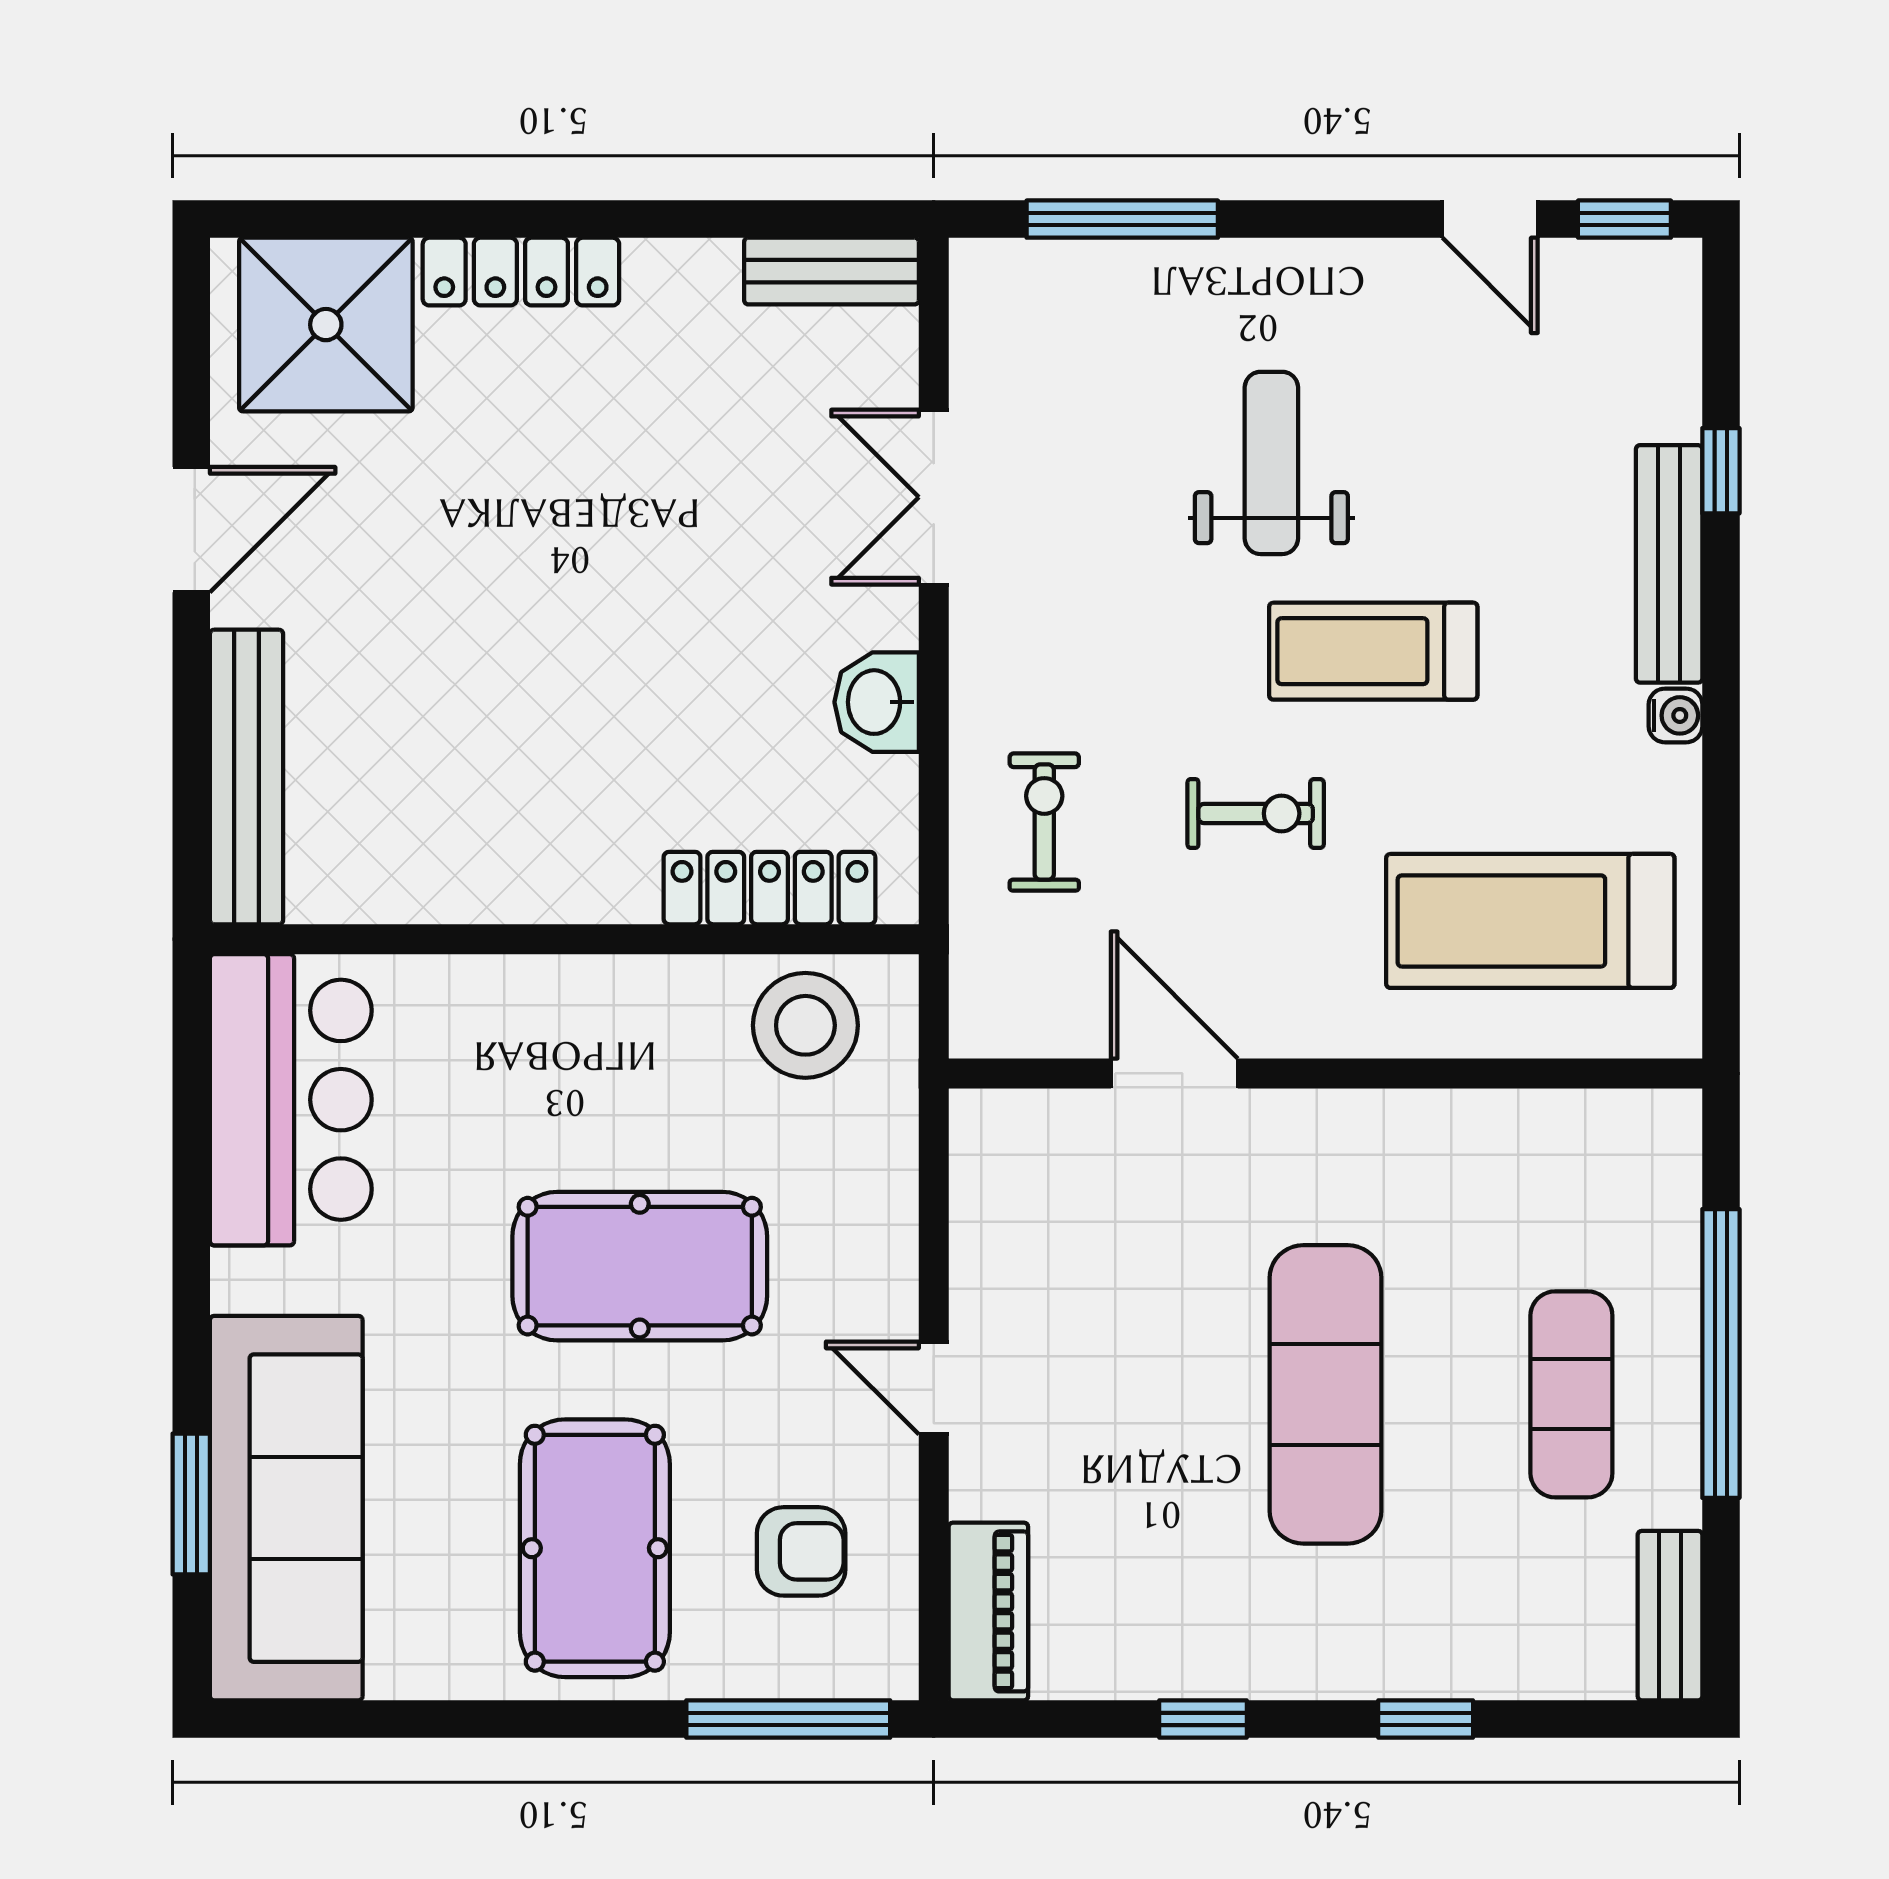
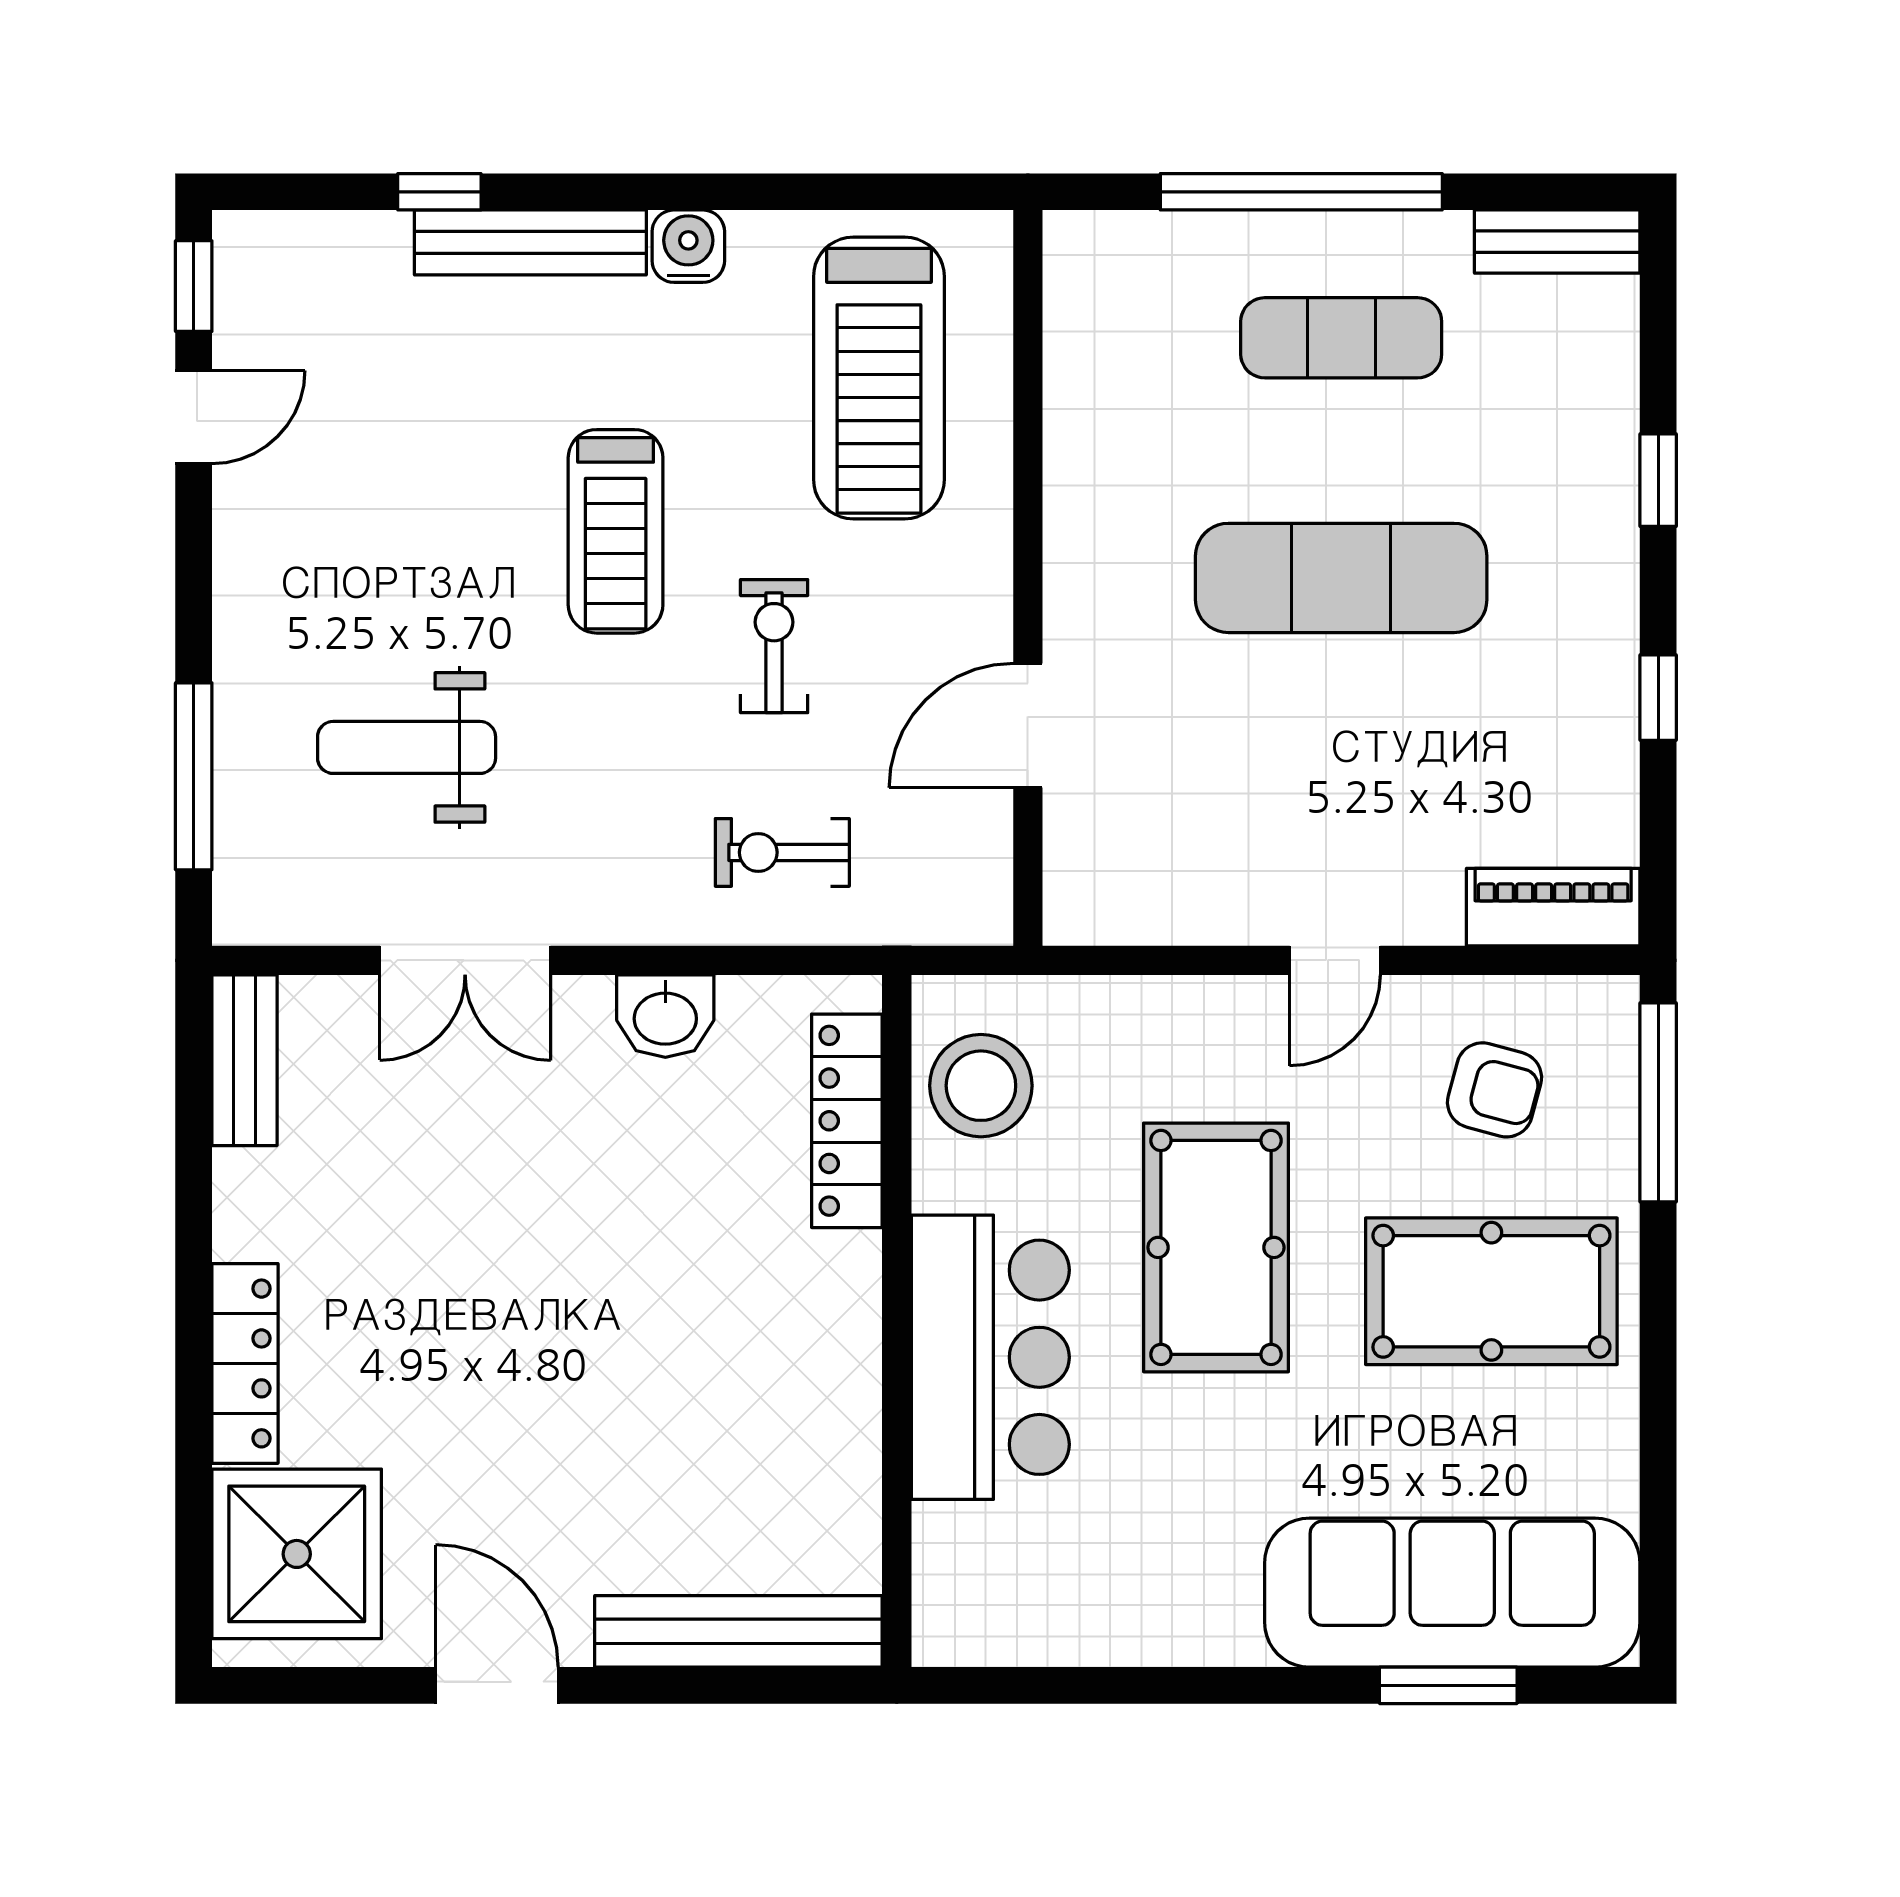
weight bench: (1271, 463) -> (407, 747), moved
water cooler: (1676, 715) -> (688, 246), width x1.38, depth x1.38
bar counter: (291, 1100) -> (990, 1357), moved, turned 90
armchair: (801, 1551) -> (1494, 1090), turned 105

